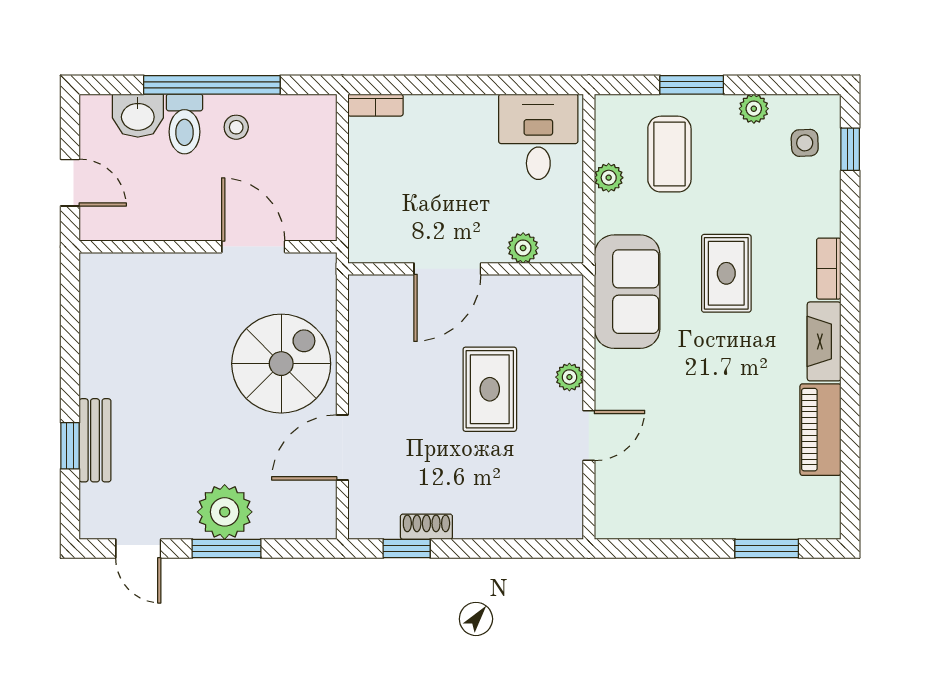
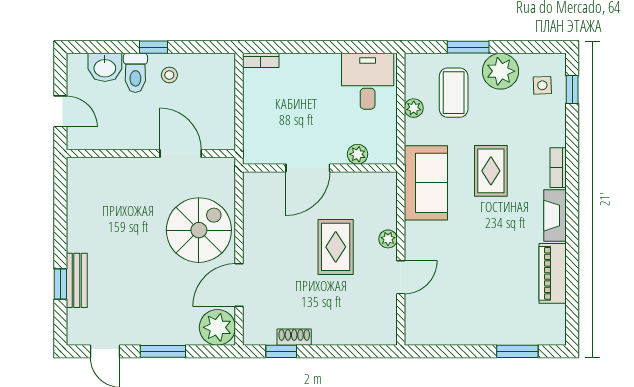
window: (212, 85) -> (153, 47), width x0.32
plant: (754, 109) -> (501, 71), width x1.88, depth x1.88
plant: (225, 512) -> (217, 327), moved

